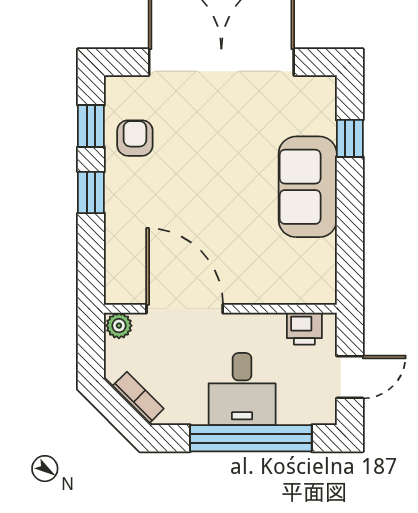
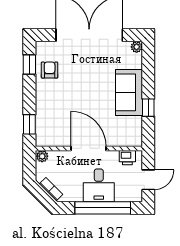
plant: (324, 88) -> (137, 47), added
window: (350, 138) -> (148, 108), moved
window: (91, 192) -> (29, 124), moved
door: (185, 309) -> (89, 148), moved

